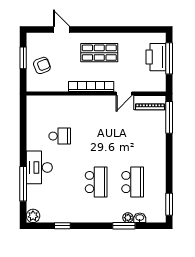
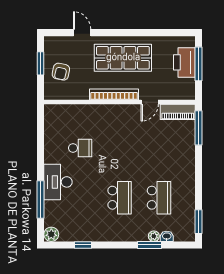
shop shelf: (99, 53) -> (123, 58), width x1.43, depth x1.36
armchair: (42, 65) -> (61, 72), turned 123

